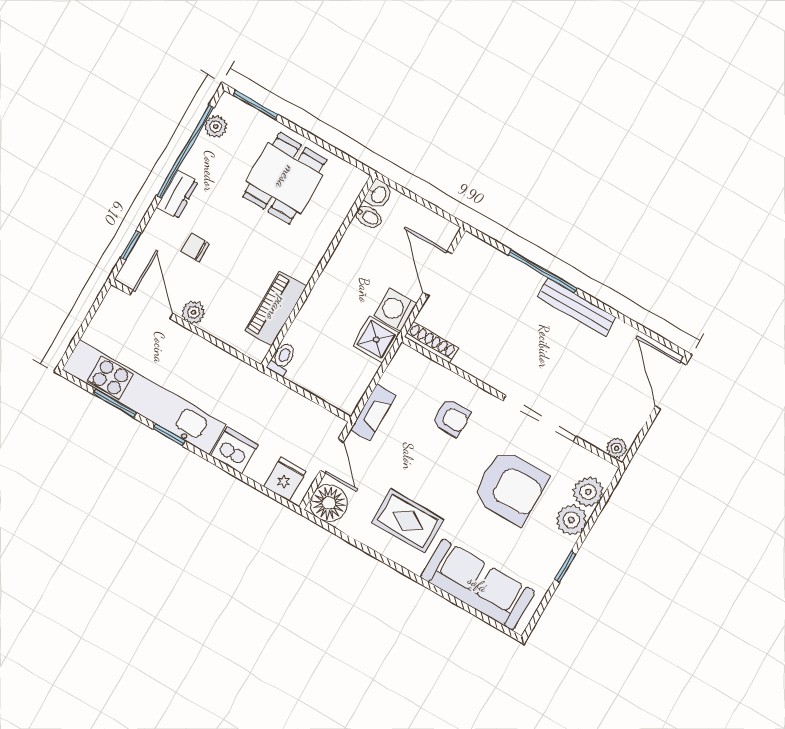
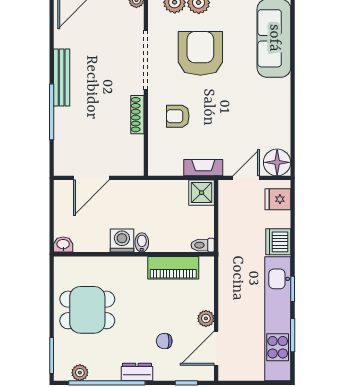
bidet: (369, 217) -> (142, 242), moved
chair: (195, 248) -> (164, 341), turned 90
washing machine: (395, 310) -> (122, 241), moved, turned 180
shower: (376, 339) -> (202, 193), moved
shoe rack: (431, 342) -> (137, 115), moved
armchair: (451, 418) -> (178, 116), turned -90
rug: (408, 521) -> (259, 106), removed

